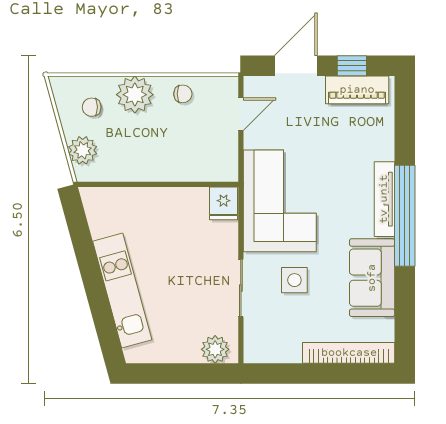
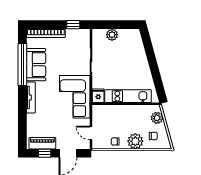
door: (241, 114) -> (91, 133), hinge flipped
window: (405, 216) -> (22, 64), moved
side table: (294, 280) -> (69, 64), removed
kitchen unit: (122, 291) -> (128, 96), moved, turned 105
plant: (215, 349) -> (112, 35), moved
window: (283, 373) -> (73, 25), added

